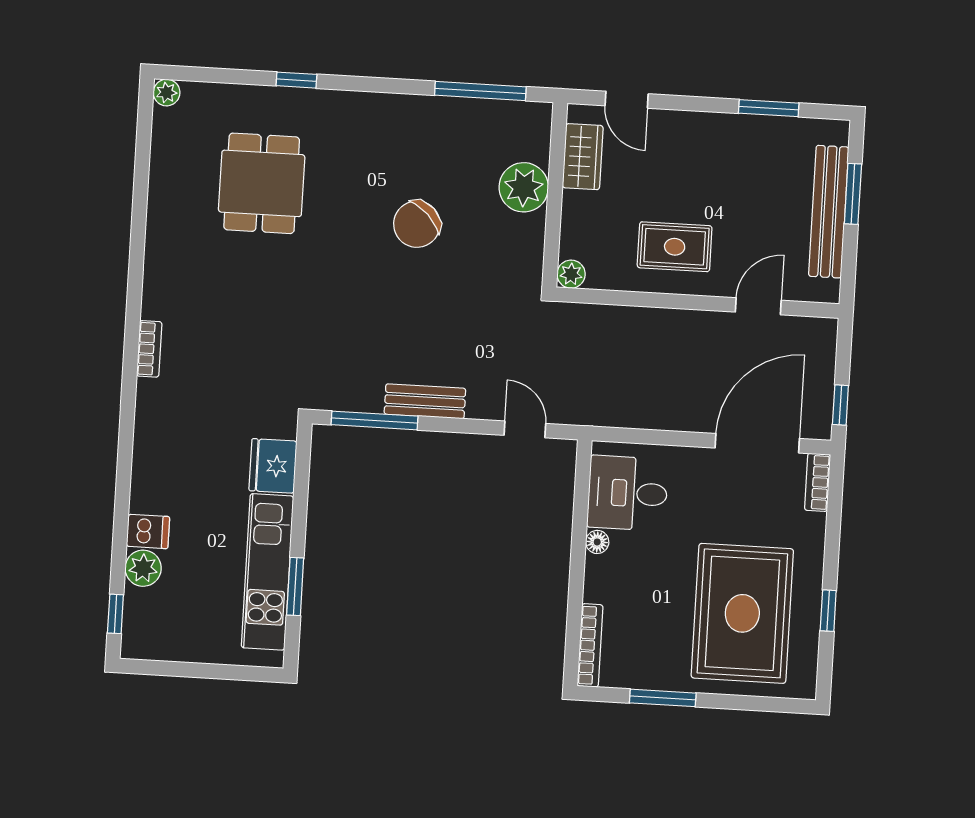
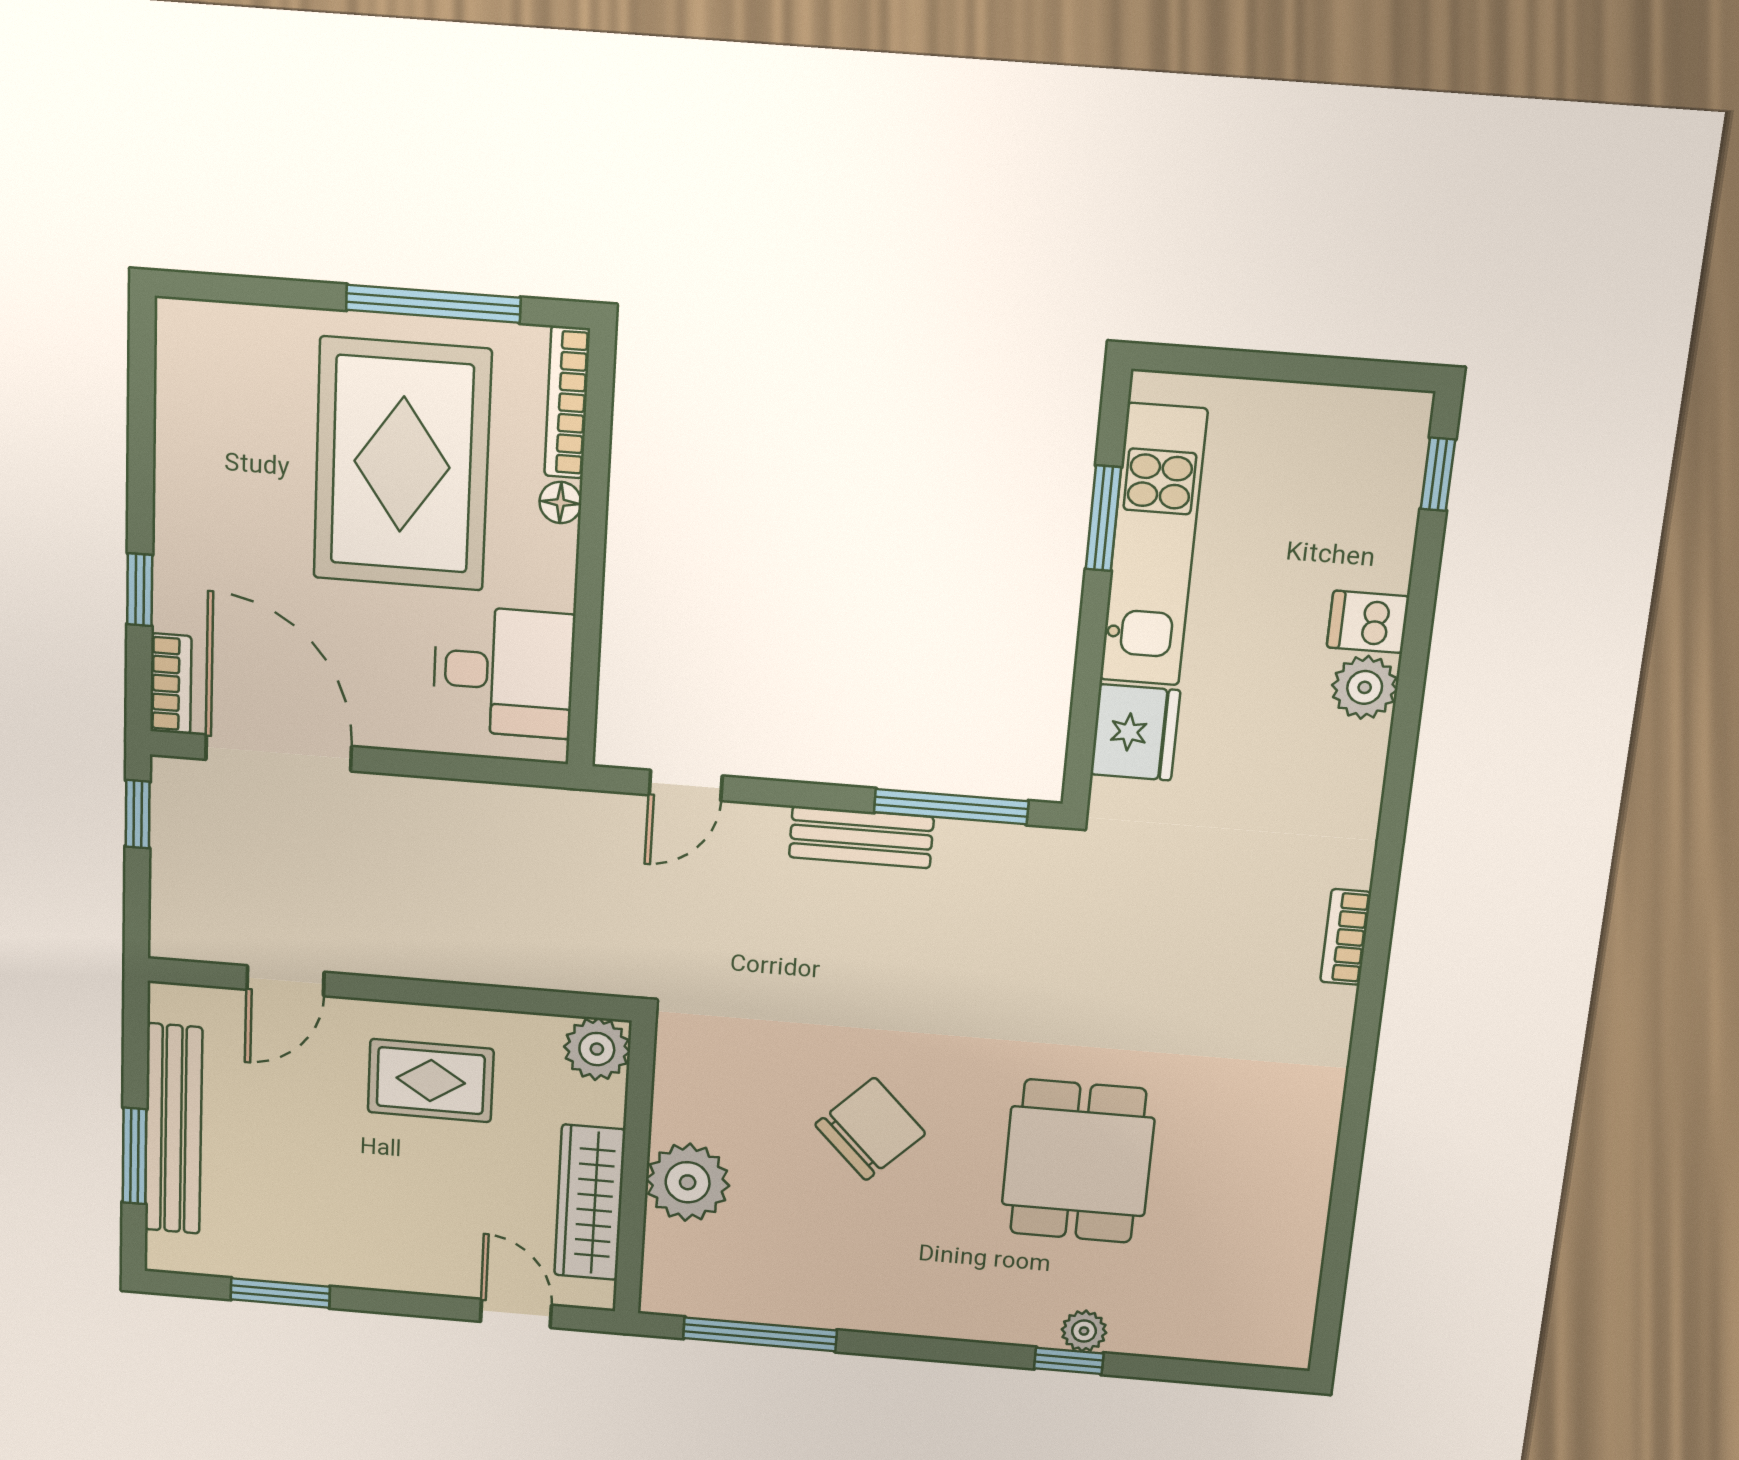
plant: (167, 93) -> (1084, 1331), moved
wardrobe: (583, 157) -> (590, 1203), width x1.50
dining table: (262, 183) -> (1078, 1161), moved
plant: (571, 274) -> (597, 1049), width x1.38, depth x1.38
door: (525, 429) -> (686, 785), hinge flipped
door: (757, 443) -> (279, 753), swing flipped
floor lamp: (597, 542) -> (560, 502), moved
plant: (143, 568) -> (1365, 687), moved
window: (828, 611) -> (140, 590), moved
rug: (742, 613) -> (402, 464), moved
window: (663, 698) -> (433, 304), width x1.44

